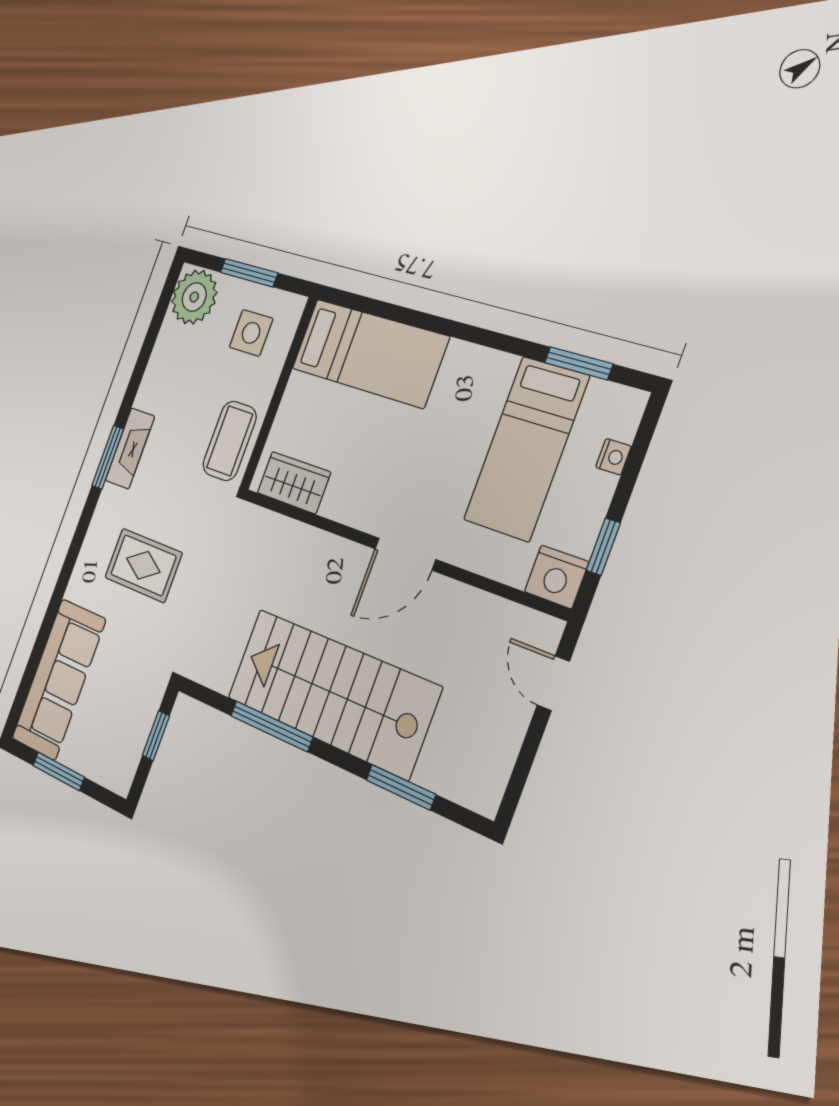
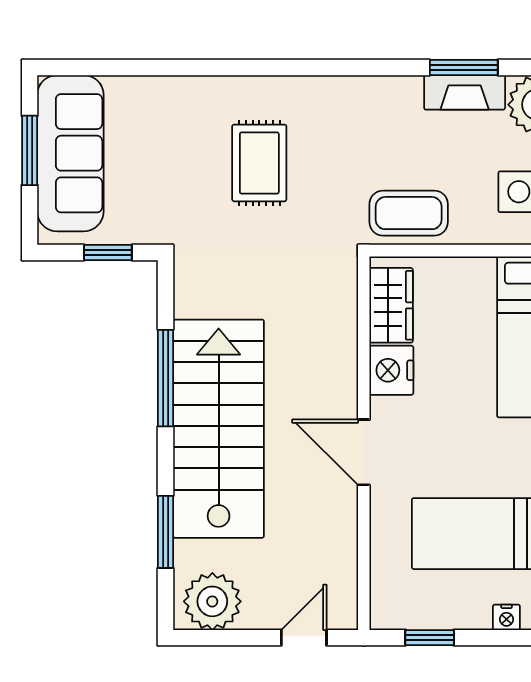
fireplace: (130, 448) -> (465, 92), moved
window: (108, 457) -> (464, 68), moved
nightstand: (556, 577) -> (391, 370), moved
sofa: (59, 679) -> (70, 153), moved, turned -90
plant: (482, 767) -> (212, 601), added

